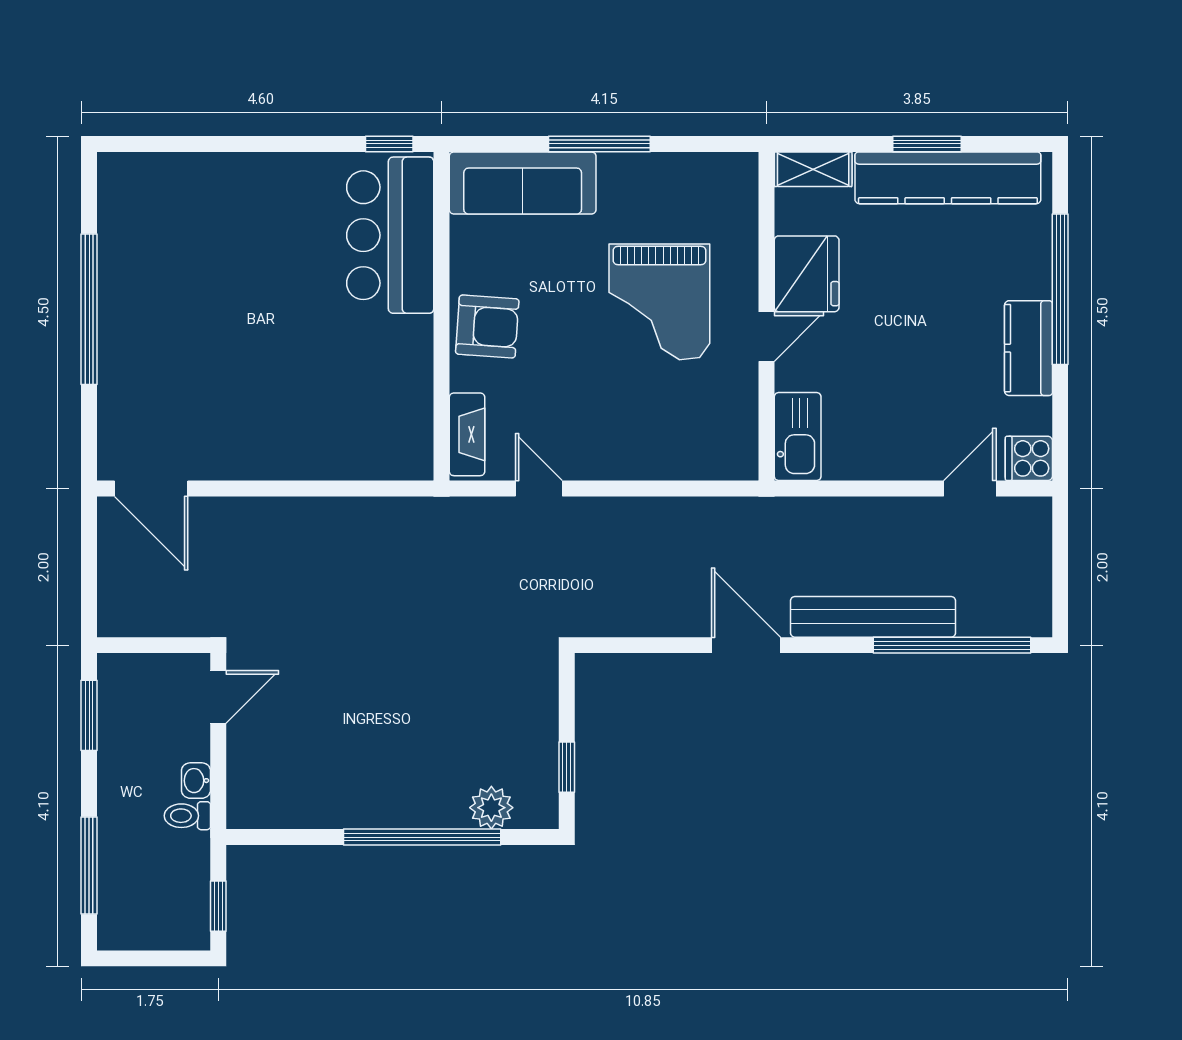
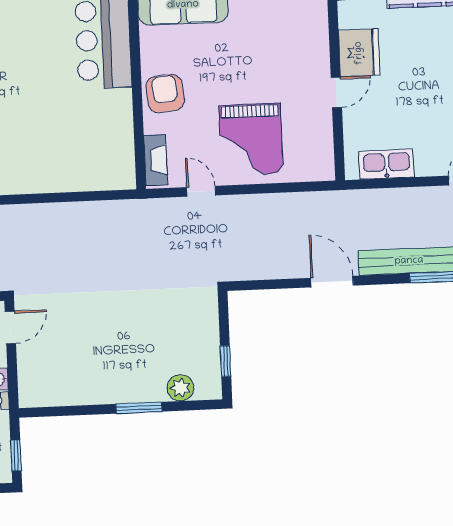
grand piano: (659, 302) -> (251, 140), moved
armchair: (487, 327) -> (165, 93), turned -99
kitchen sink: (798, 437) -> (387, 164), moved, turned -90
window: (422, 837) -> (139, 408), width x0.47

